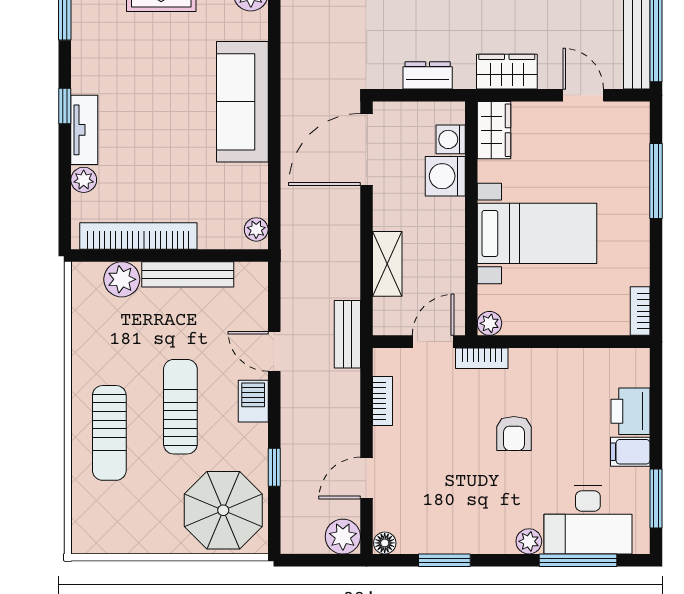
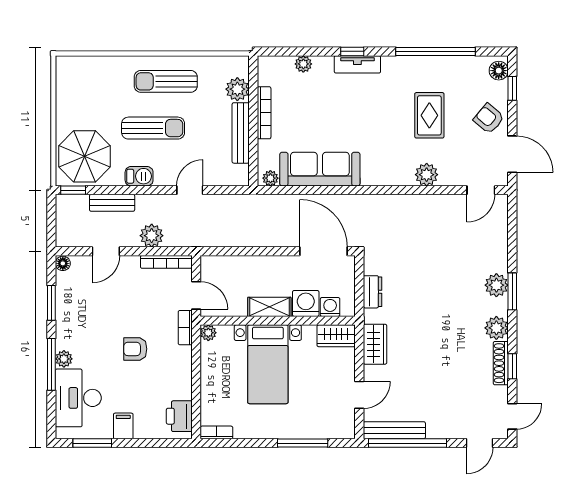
sofa: (242, 102) -> (320, 169), moved
tv unit: (84, 130) -> (357, 64), moved
bookcase: (138, 236) -> (264, 113), width x0.68, depth x0.76
shelving: (387, 264) -> (269, 307), moved
bench: (347, 334) -> (112, 203), moved
barbecue: (253, 401) -> (139, 176), moved
bookcase: (383, 401) -> (166, 262), width x1.56
printer: (630, 411) -> (179, 416), moved, turned -90
sun lounger: (109, 433) -> (166, 81), moved
window: (274, 467) -> (73, 190), moved
door: (367, 478) -> (106, 251), swing flipped
plant: (343, 537) -> (152, 236), moved
window: (578, 560) -> (51, 364), moved

